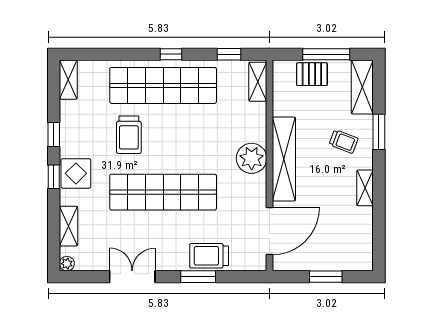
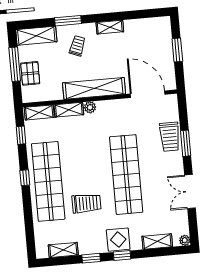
shelving: (68, 80) -> (63, 250), moved
shelving: (258, 122) -> (69, 110), added
plant: (252, 158) -> (90, 107), width x0.53, depth x0.53

